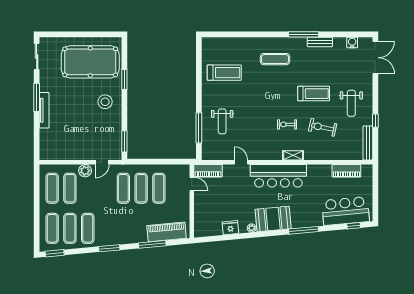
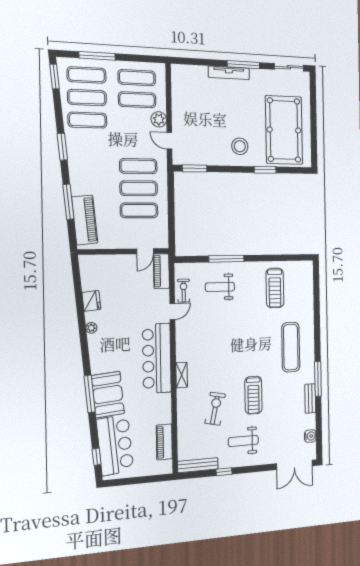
exercise mat: (275, 59) -> (291, 347), width x1.36, depth x1.45
exercise bike: (287, 124) -> (184, 291), moved
window: (199, 128) -> (226, 259), moved
booth: (273, 219) -> (108, 395), moved
window: (37, 220) -> (97, 56), added

